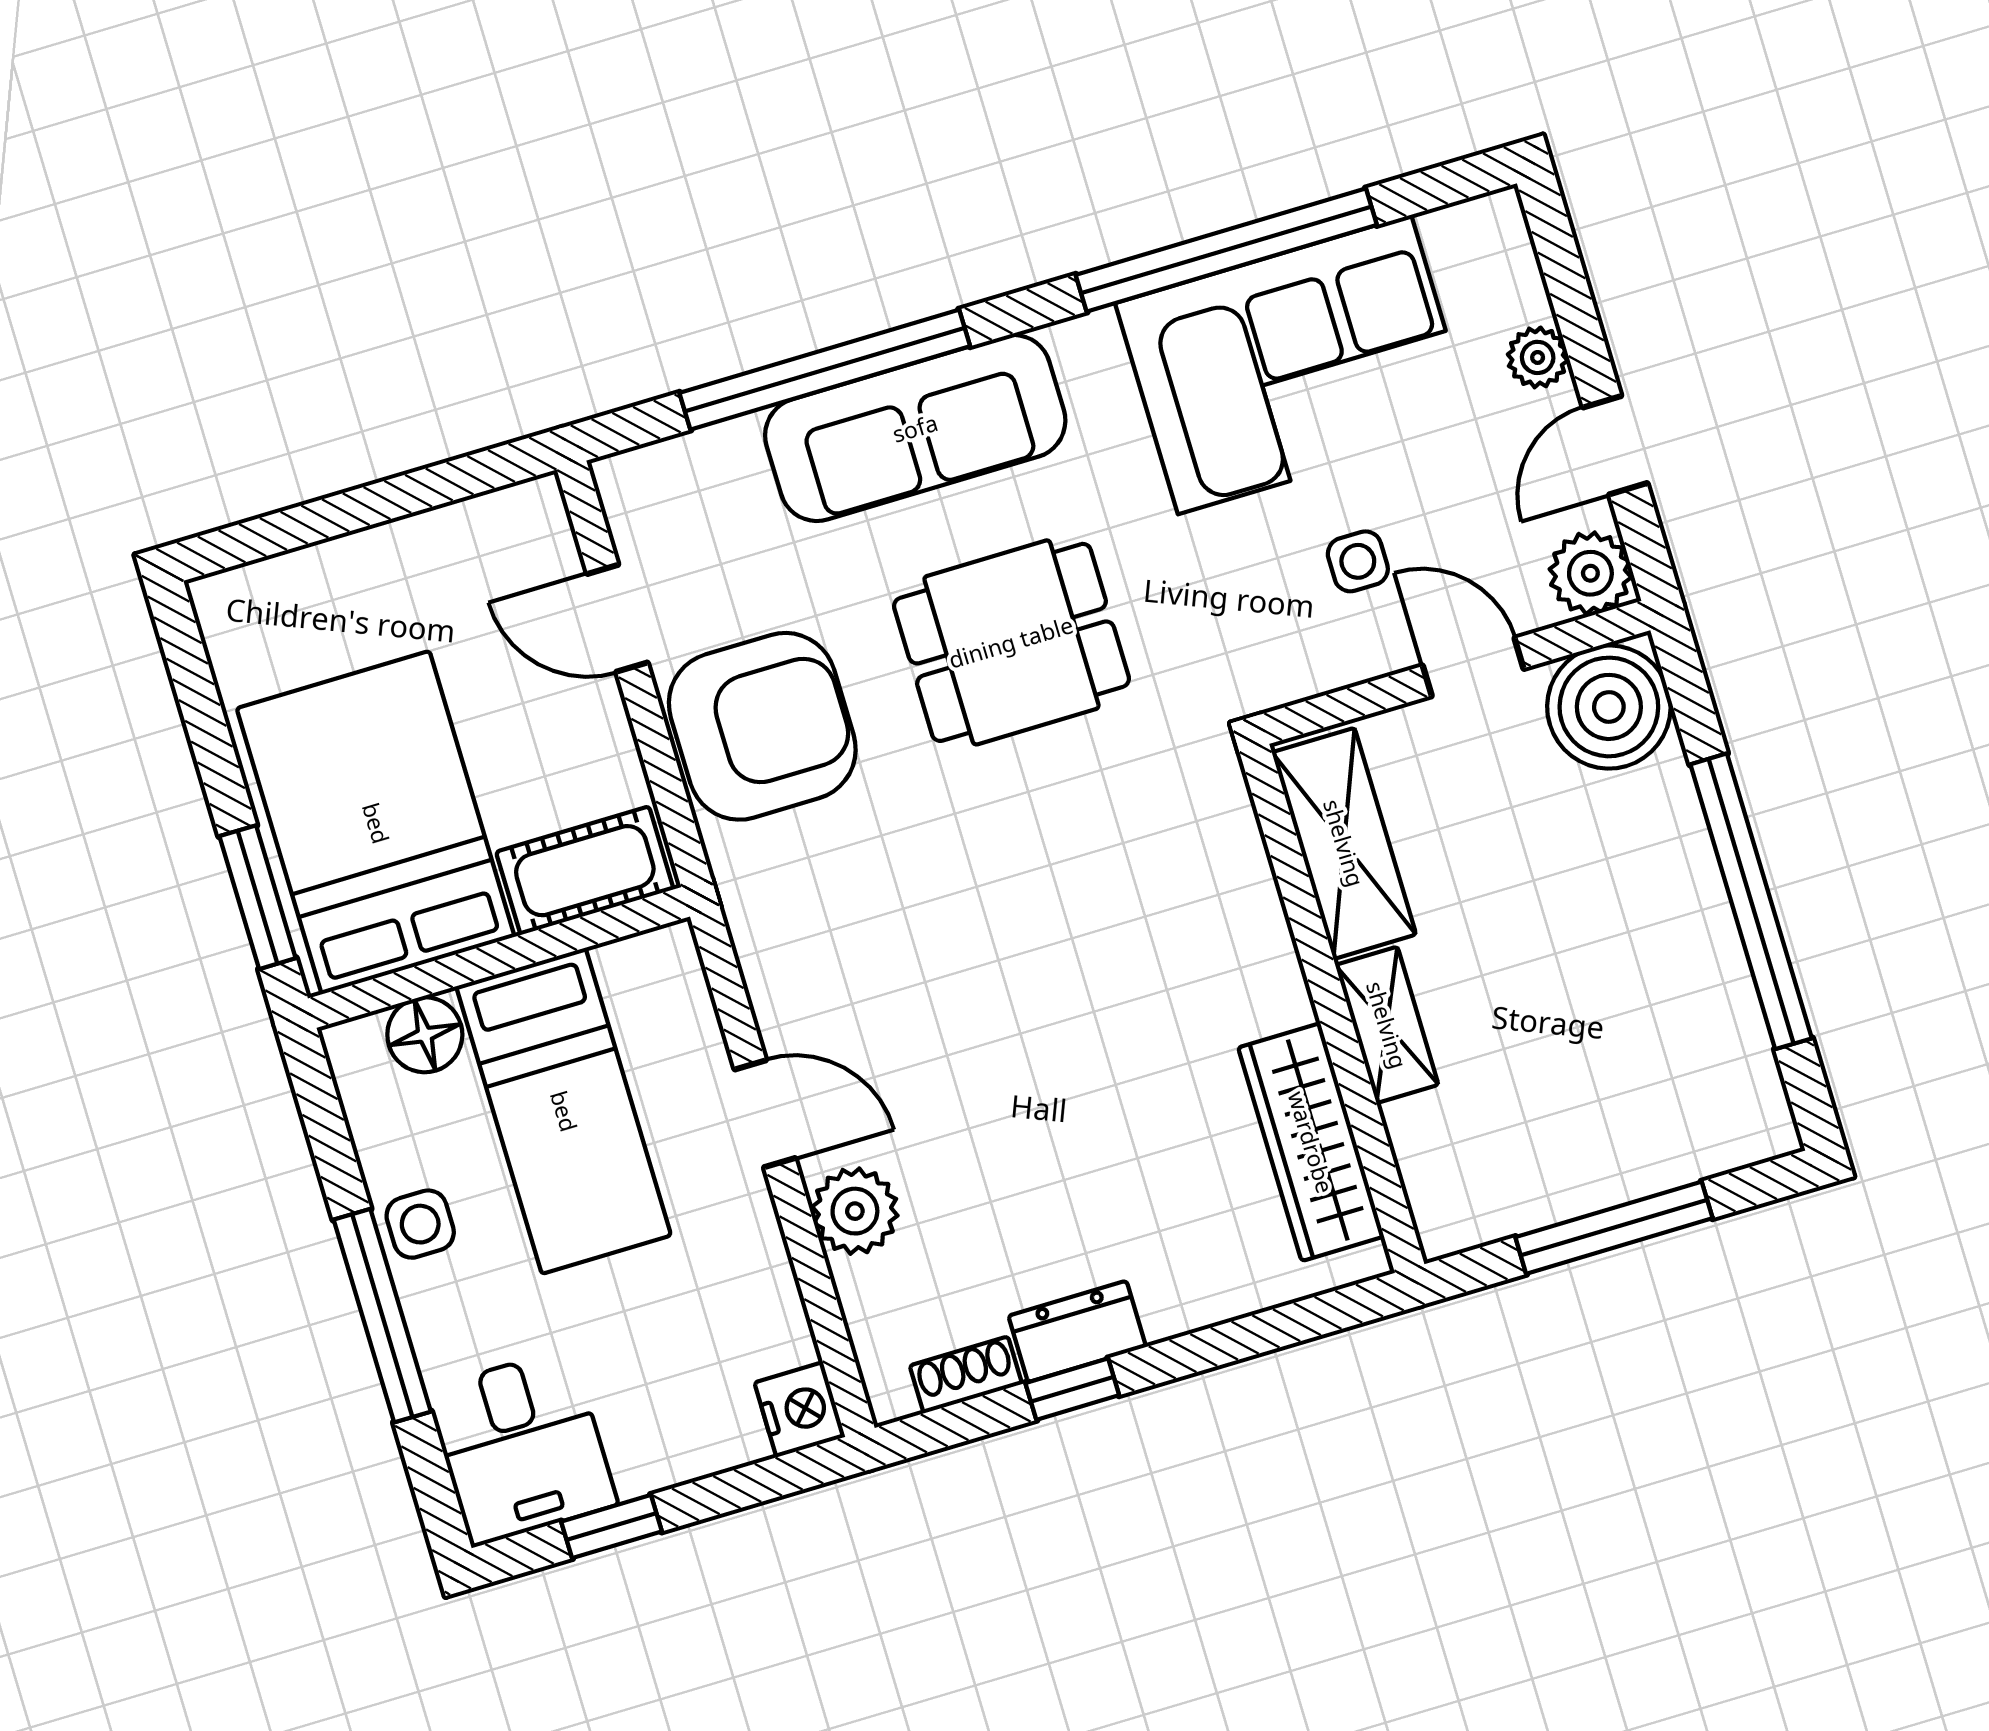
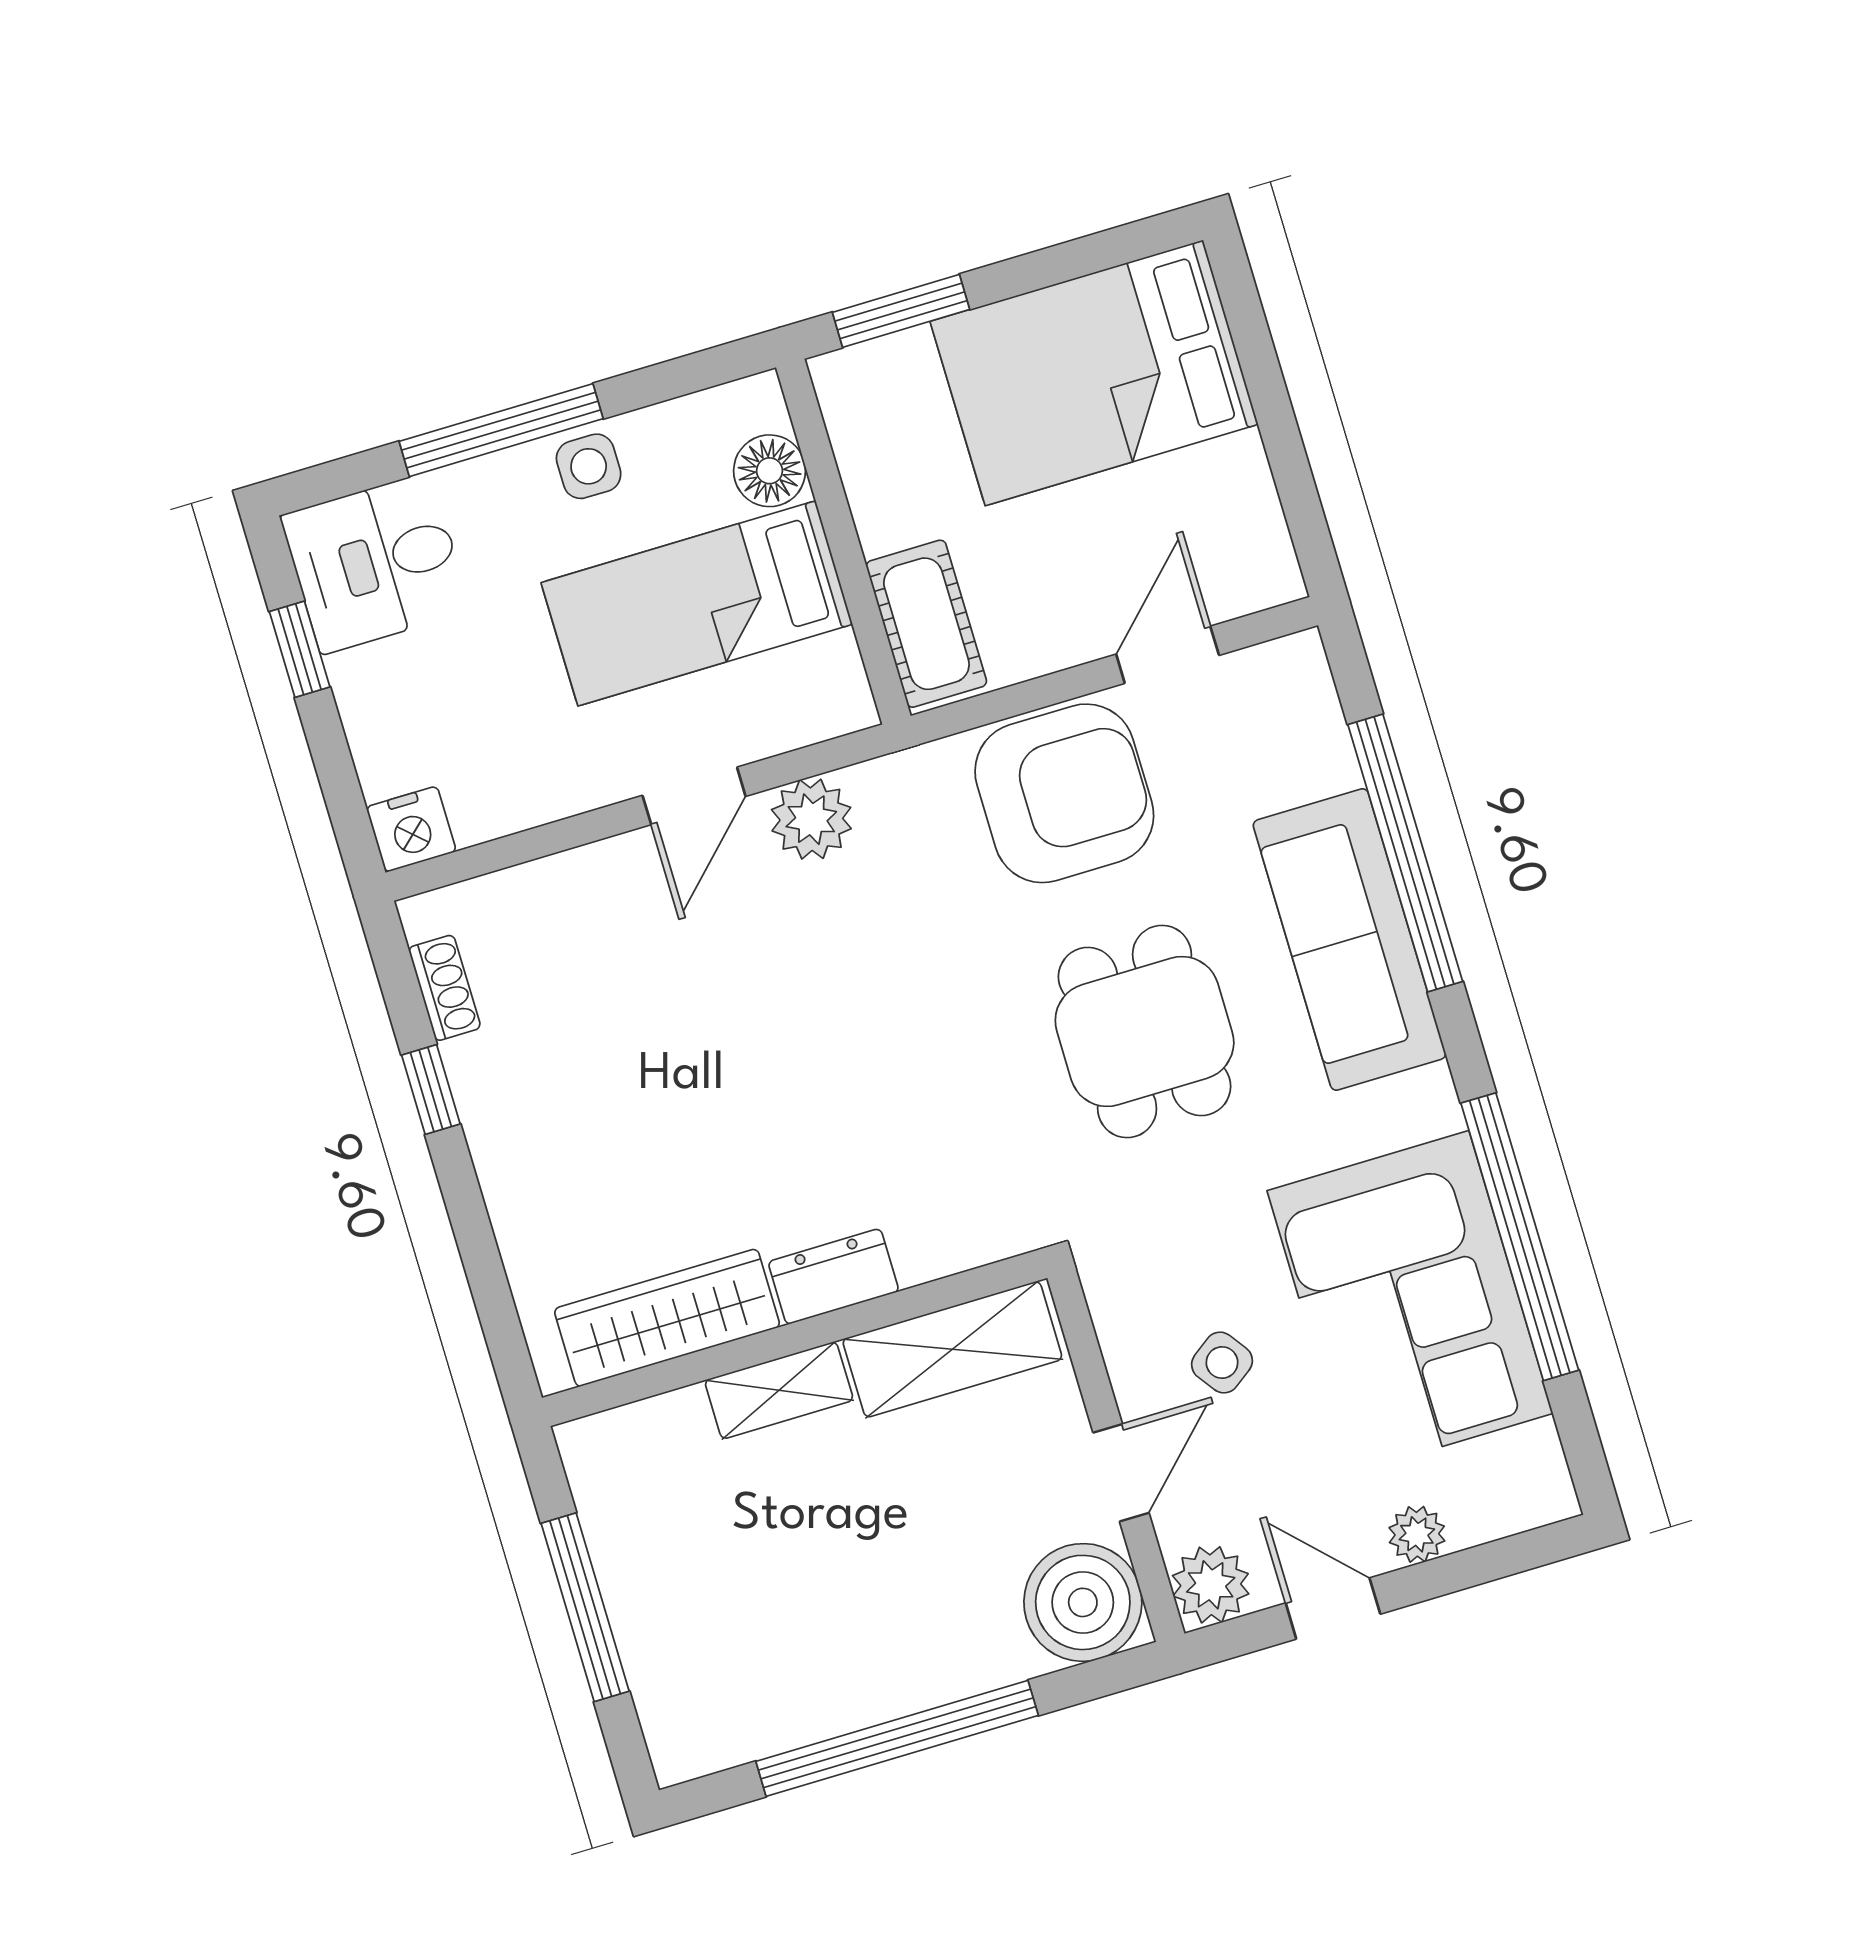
side table: (1358, 561) -> (1222, 1363), turned -36
armchair: (762, 726) -> (1064, 793), turned -90
bed: (376, 823) -> (1094, 373), moved, turned 180
plant: (855, 1211) -> (811, 819), moved
dresser: (1077, 1331) -> (833, 1277), moved, turned -90

